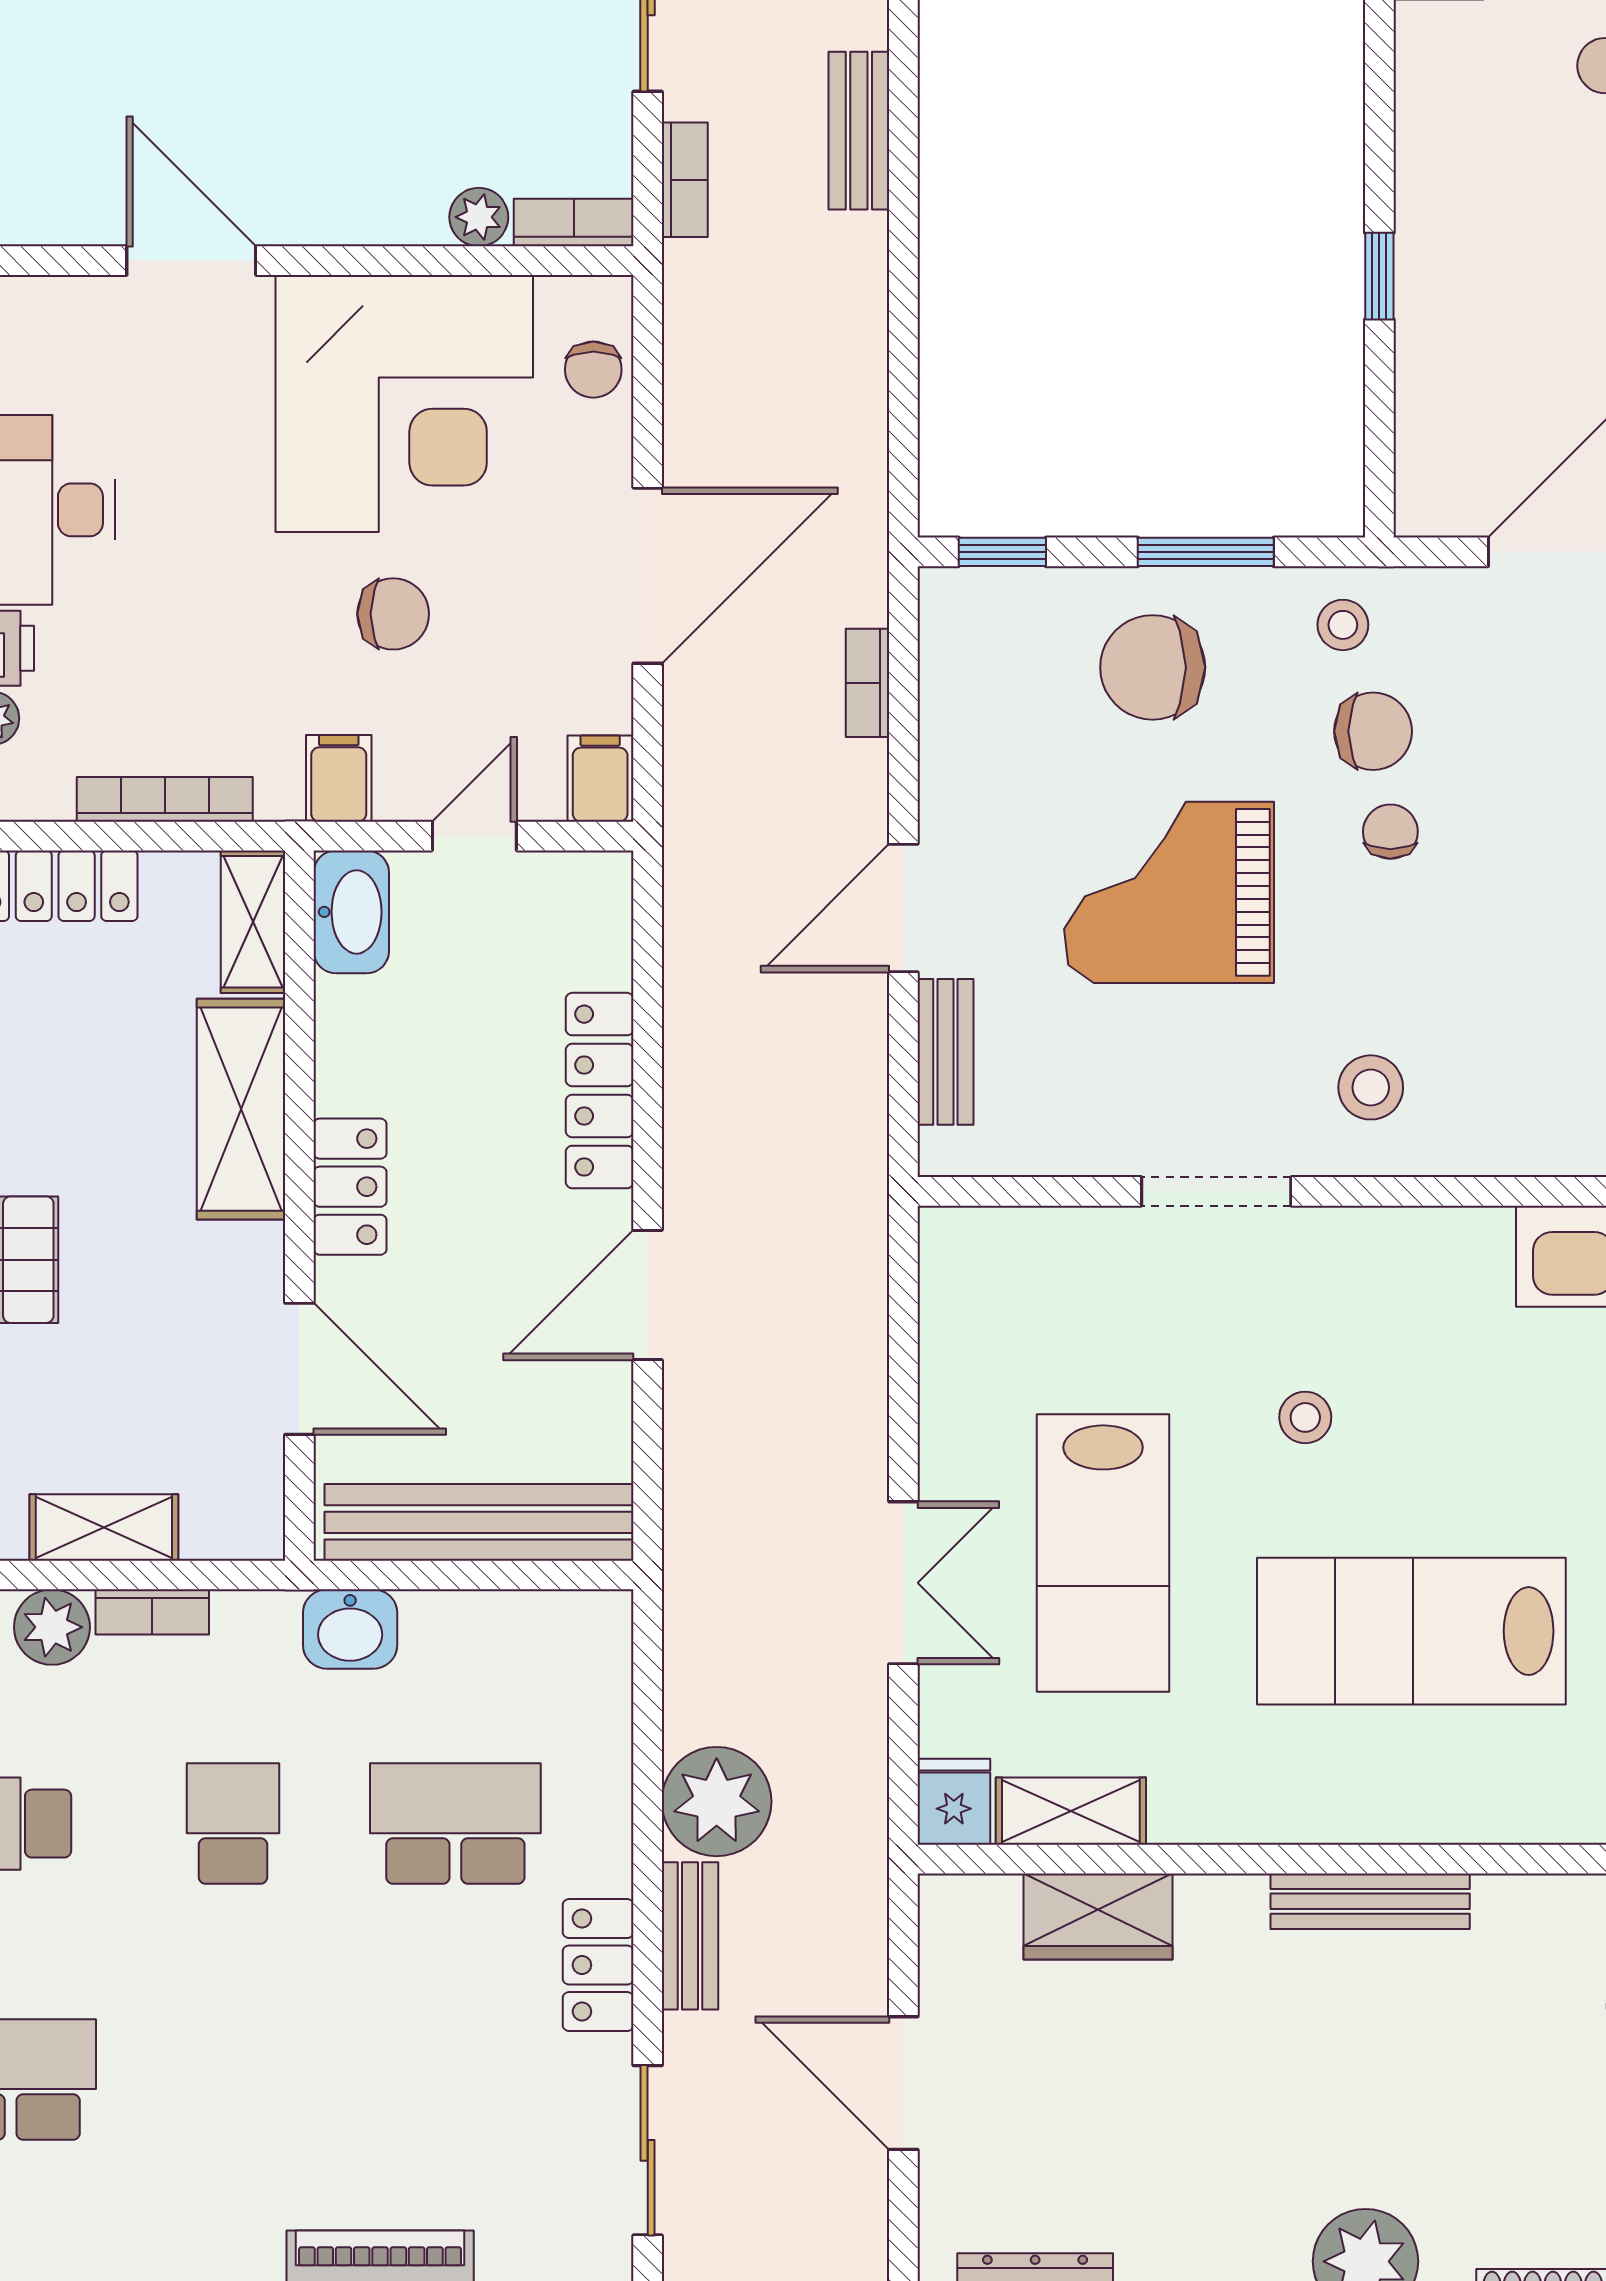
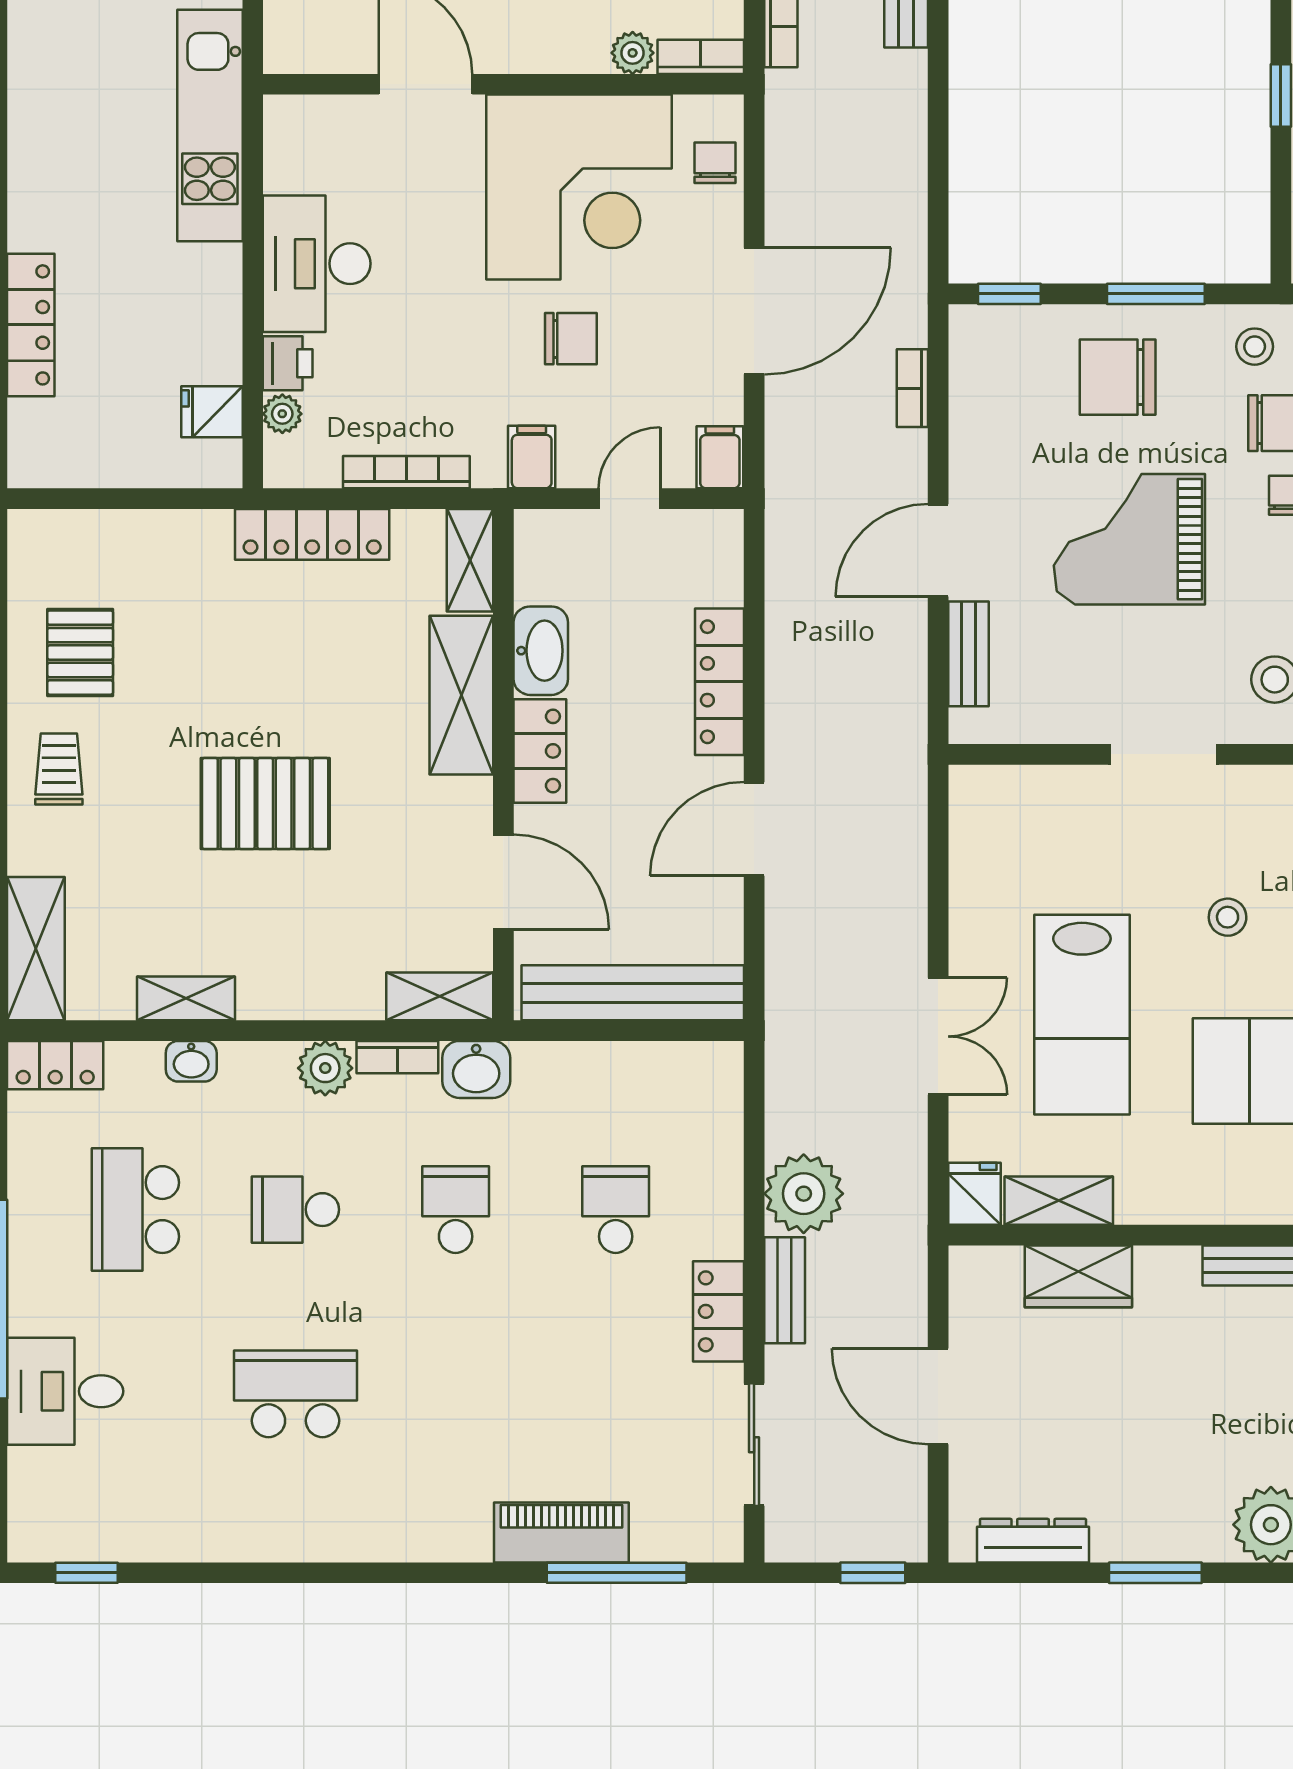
chair: (593, 370) -> (715, 163), turned 180
washbasin: (351, 912) -> (541, 651), moved
shelving: (104, 1527) -> (440, 996), moved
washbasin: (350, 1629) -> (476, 1069), moved
school desk: (455, 1824) -> (616, 1210), width x0.54

